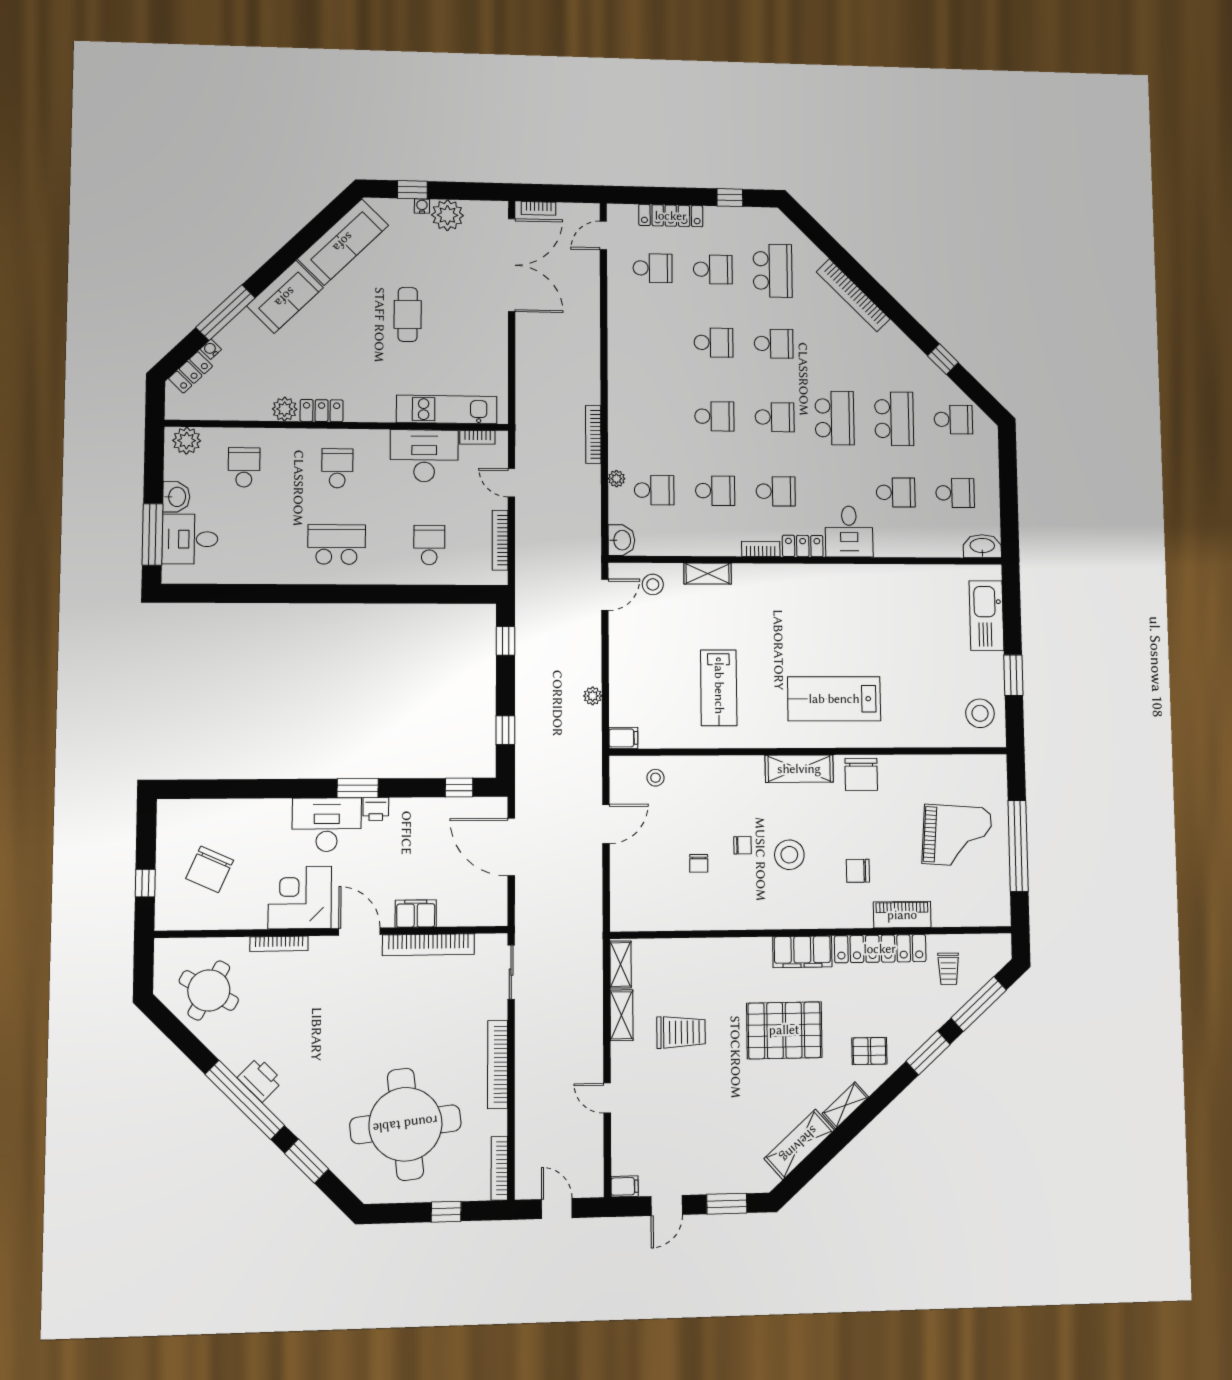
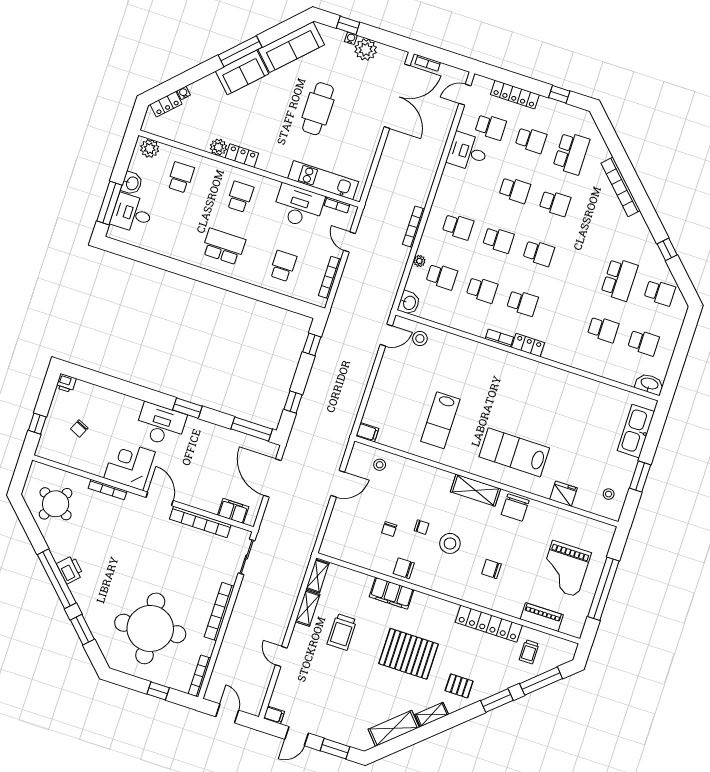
window: (225, 313) -> (240, 51), moved
cafe table: (408, 314) -> (318, 109), width x1.37, depth x1.35
school desk: (835, 418) -> (458, 227), moved, width x0.54
desk: (849, 532) -> (468, 152), moved, turned 90
shelving: (708, 574) -> (458, 343), removed
plant: (593, 696) -> (356, 398), removed
stool: (980, 713) -> (609, 494), width x0.53, depth x0.53
fridge: (920, 733) -> (563, 494), added
window: (459, 787) -> (252, 429), width x2.17
printer: (376, 809) -> (66, 383), moved
grand piano: (957, 836) -> (565, 569), turned 86
chair: (210, 869) -> (79, 428), width x0.54, depth x0.54
chair: (737, 912) -> (404, 568), added
filing cabinet: (416, 914) -> (233, 511), moved
piano: (902, 915) -> (542, 617), moved
filing cabinet: (802, 952) -> (392, 593), moved
trolley: (681, 1032) -> (342, 632), turned 90

